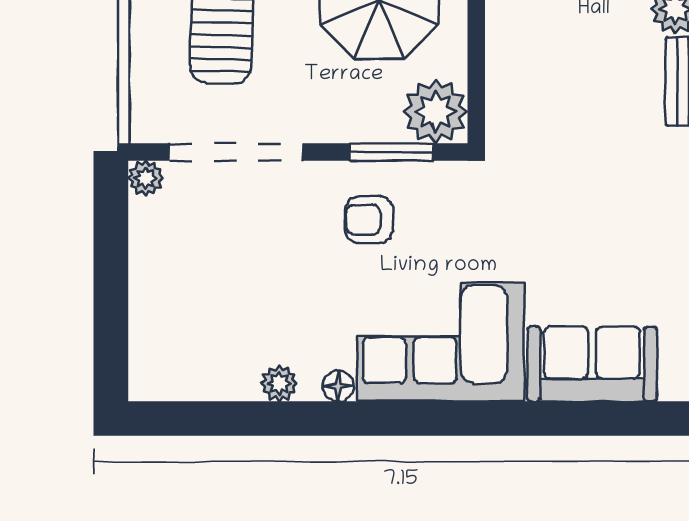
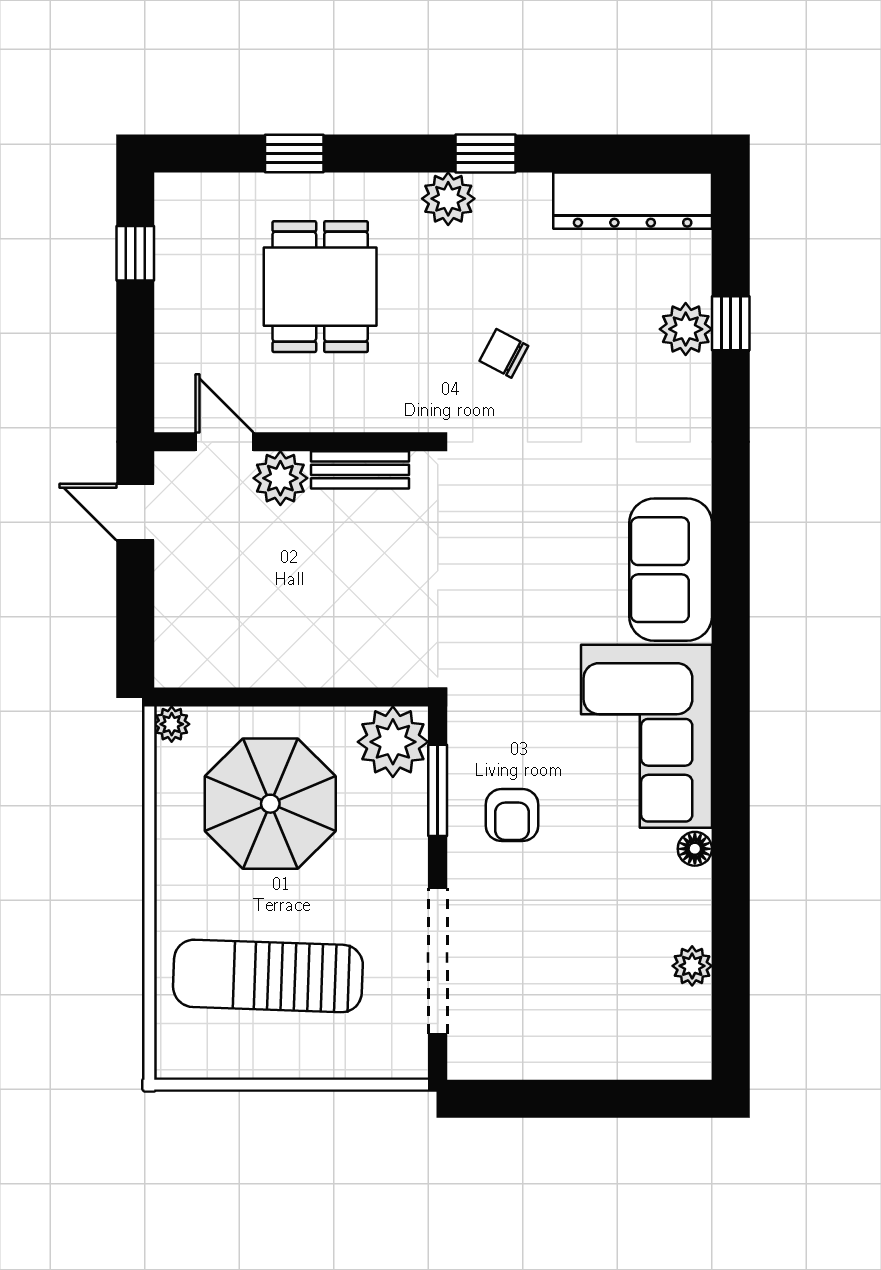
plant: (146, 178) -> (466, 1061), removed
plant: (279, 383) -> (692, 966), moved

